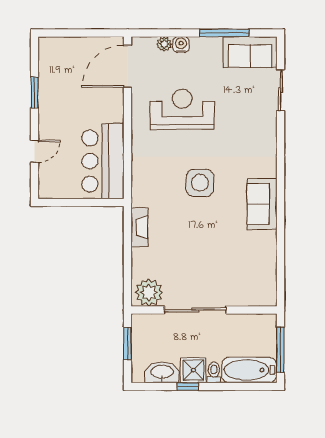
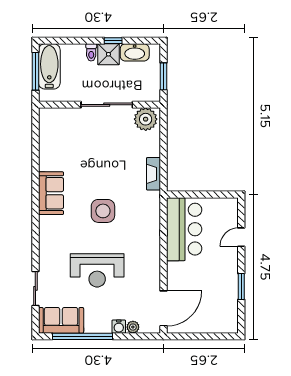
window: (224, 33) -> (83, 336), width x1.46
reception desk: (182, 109) -> (97, 270), moved
bathtub: (249, 370) -> (49, 66), moved, turned -90

